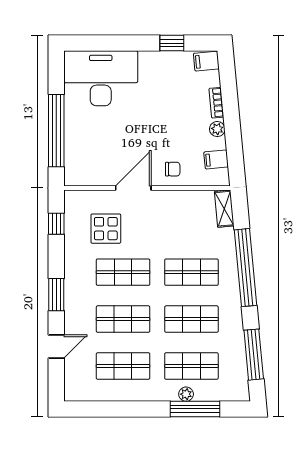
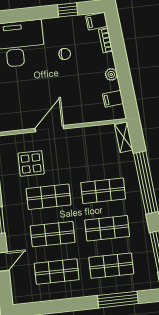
bookcase: (216, 103) -> (106, 40), moved
chair: (173, 169) -> (65, 54), moved
plant: (186, 394) -> (109, 288), removed

